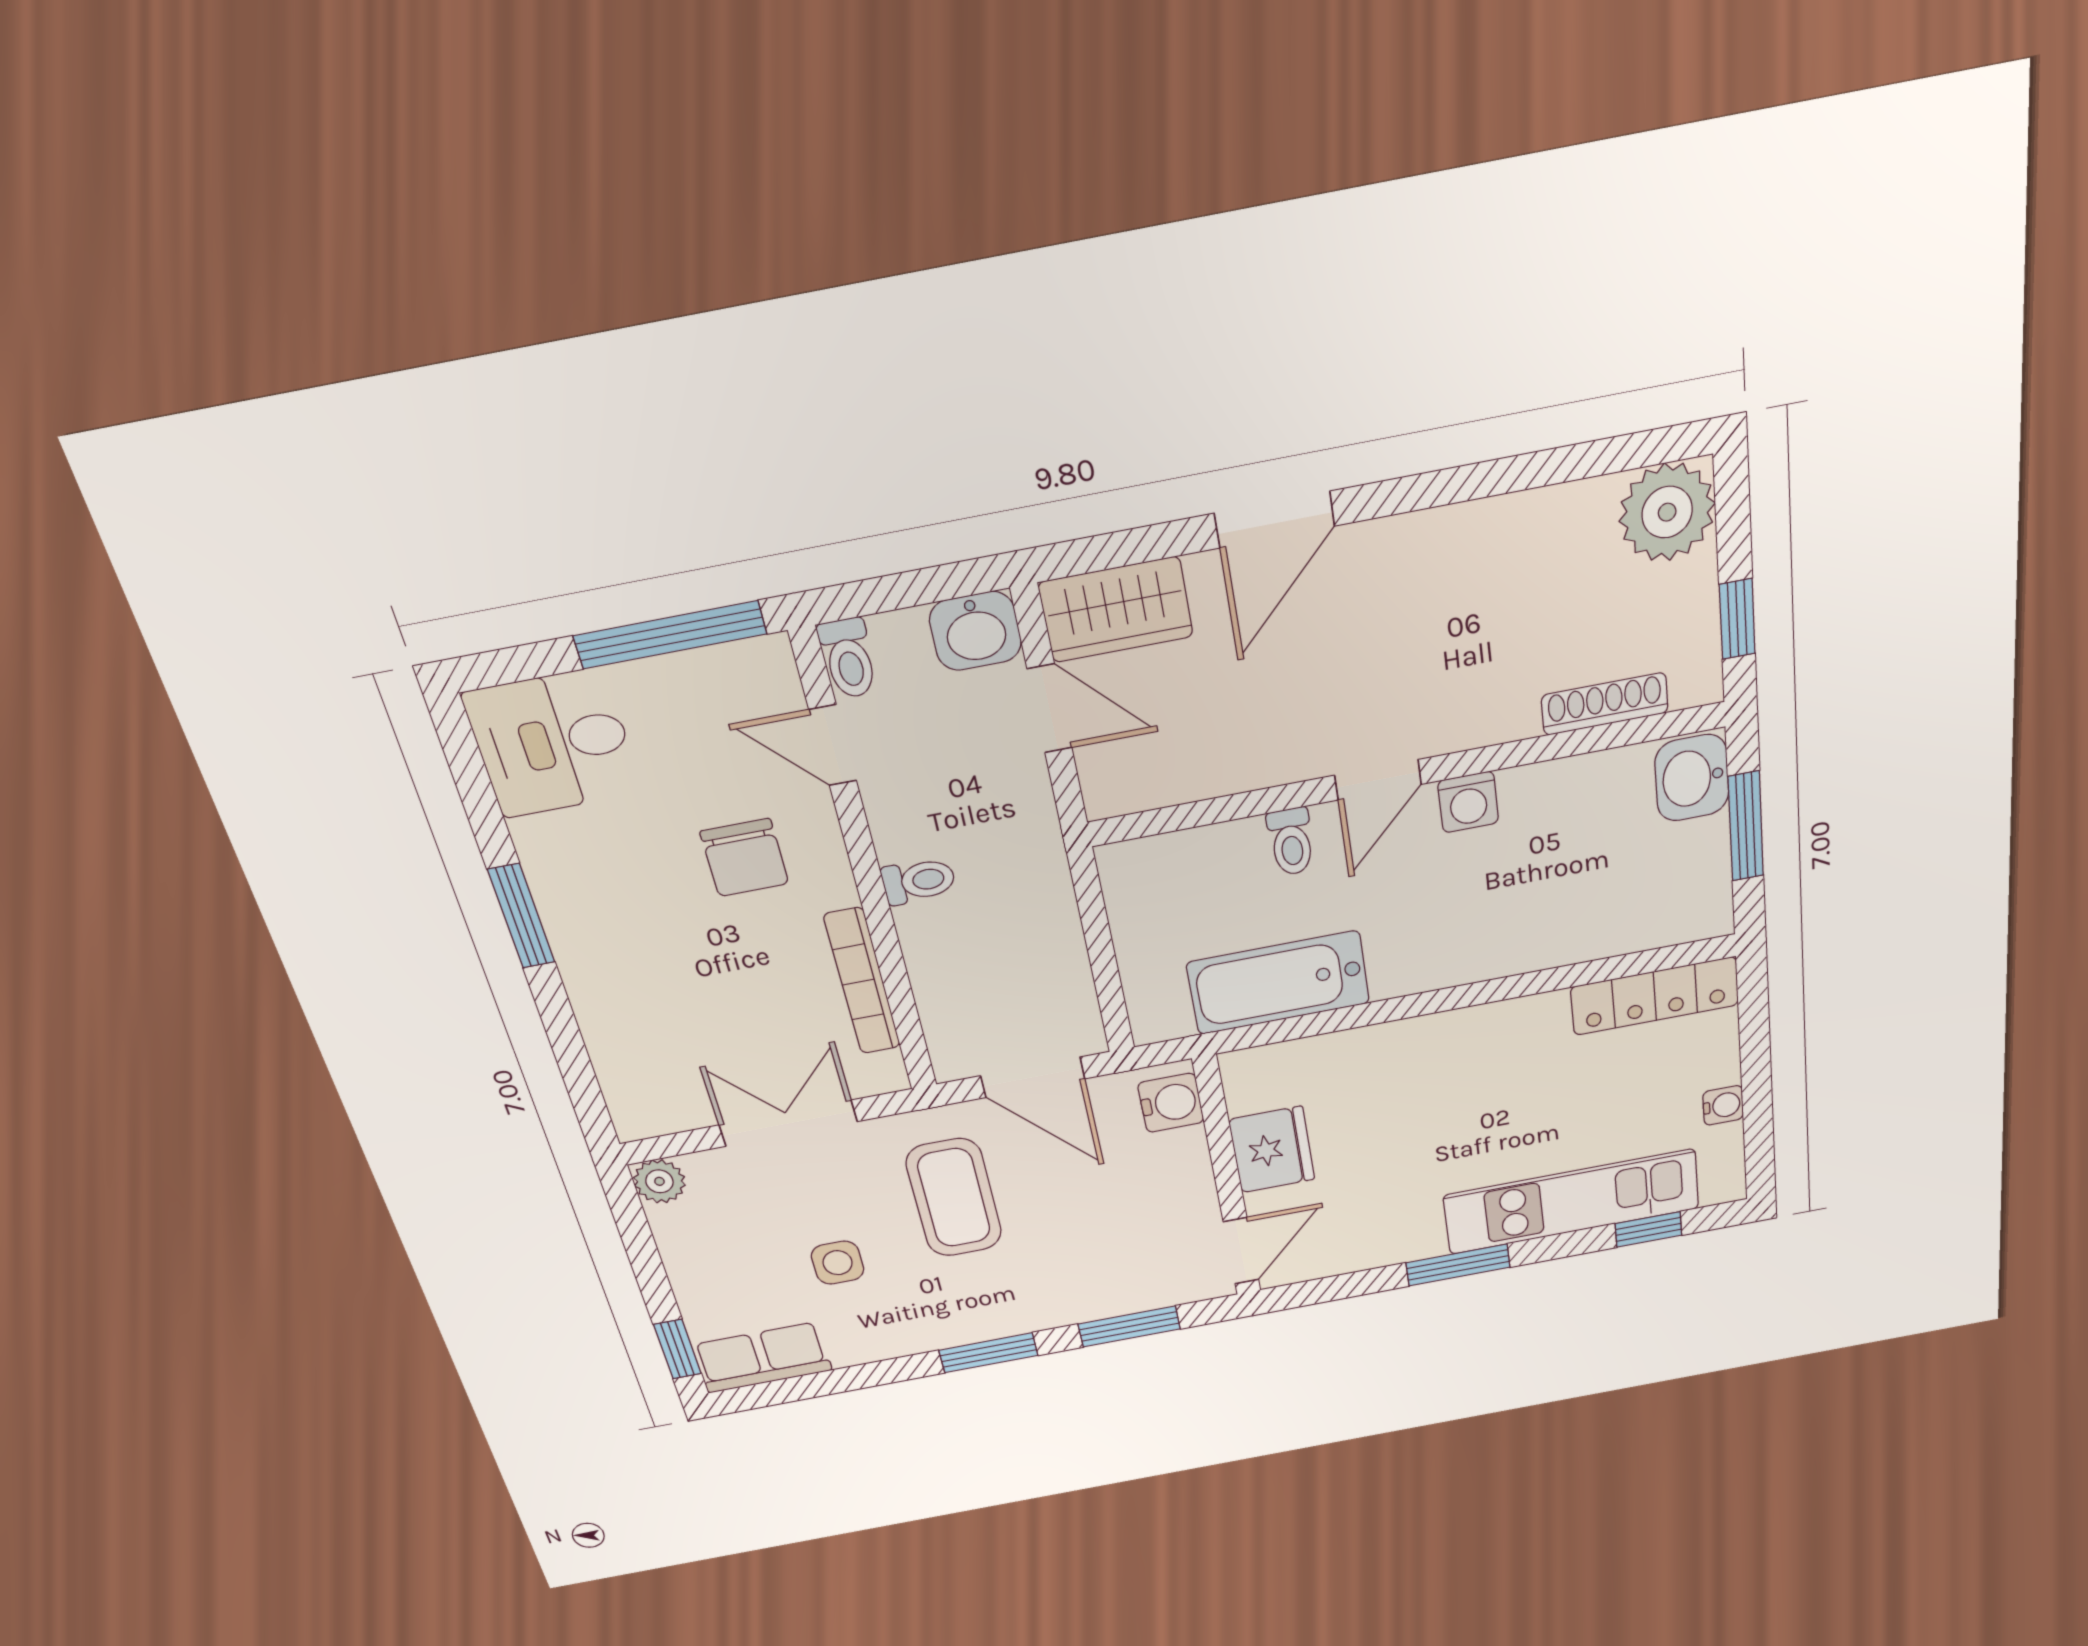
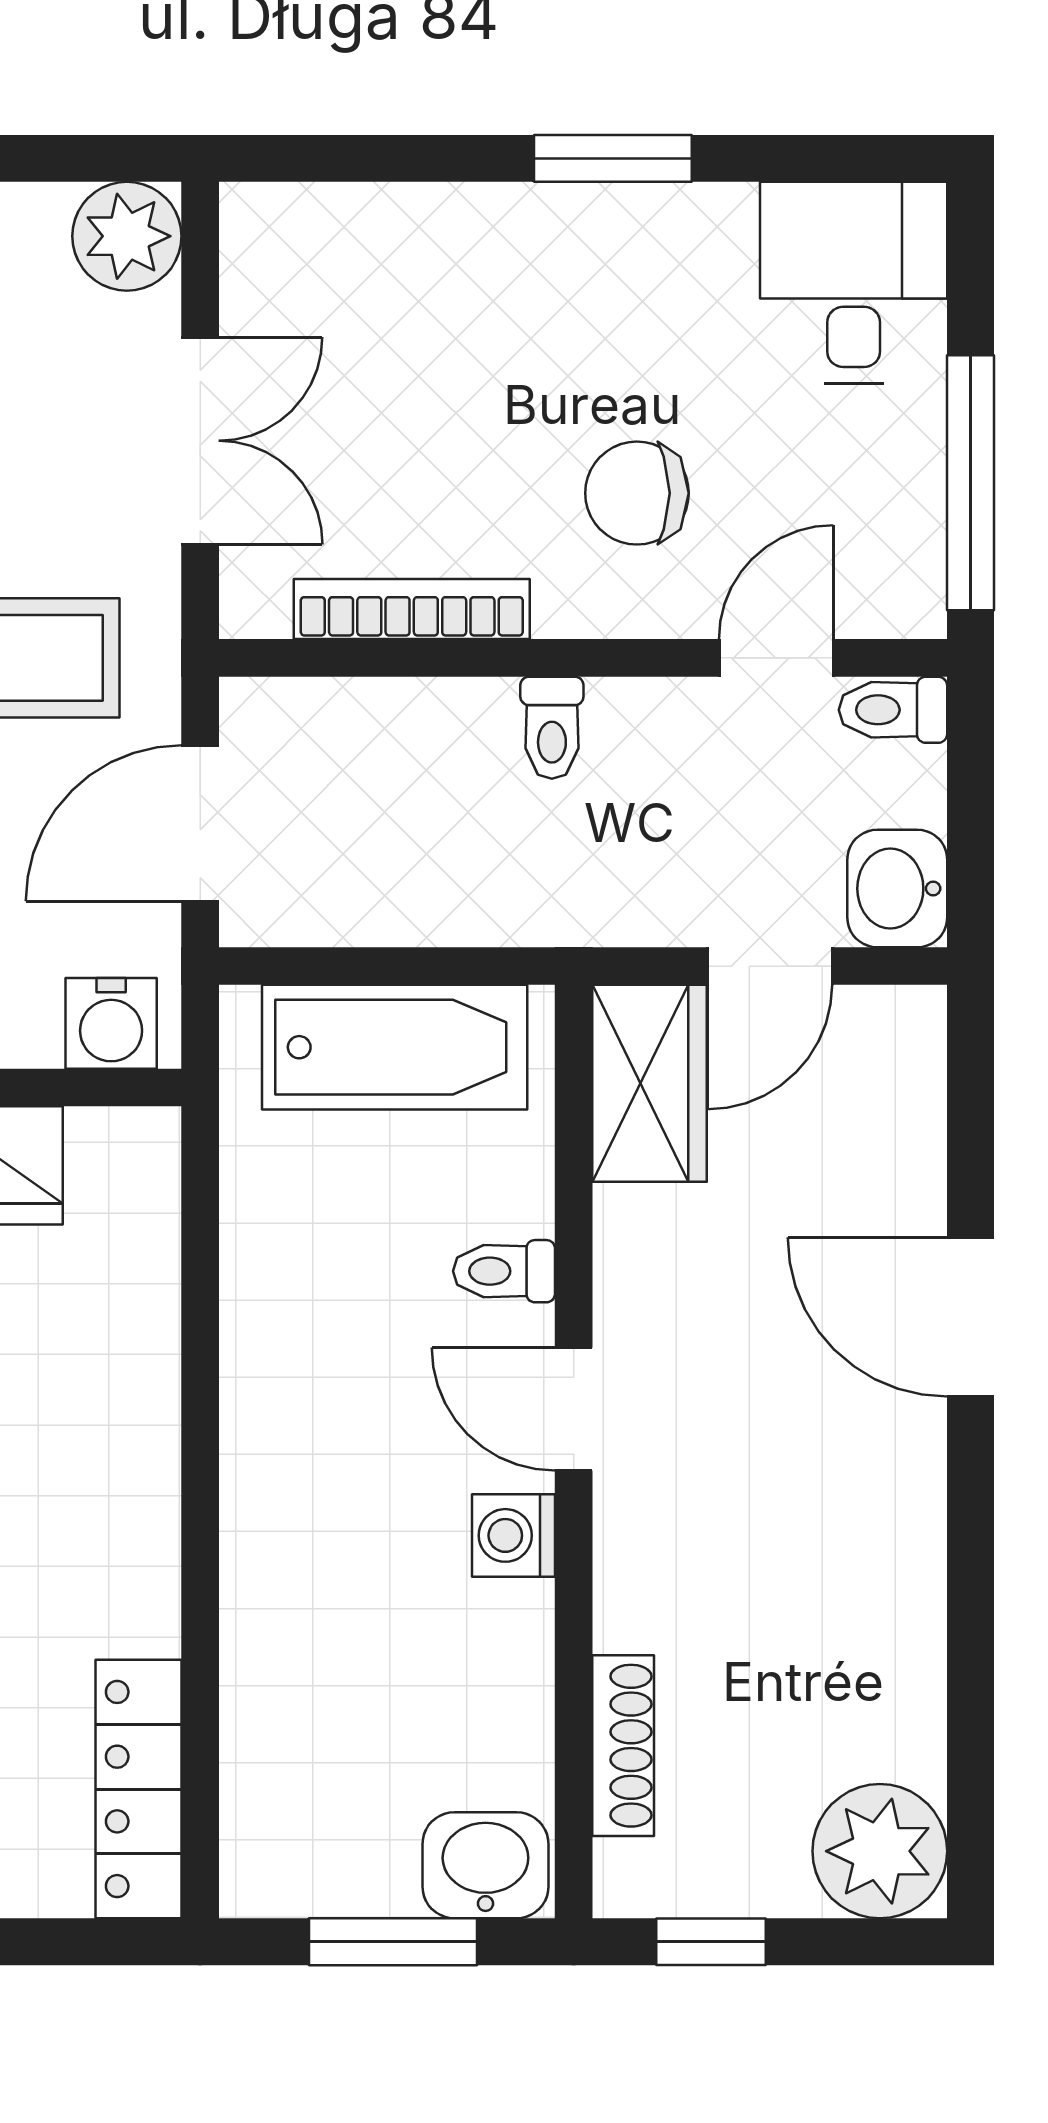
wardrobe: (1116, 610) -> (649, 1083), moved, turned 180
bathtub: (1278, 983) -> (395, 1047), moved, turned 90
plant: (659, 1181) -> (127, 236), width x1.38, depth x1.38

